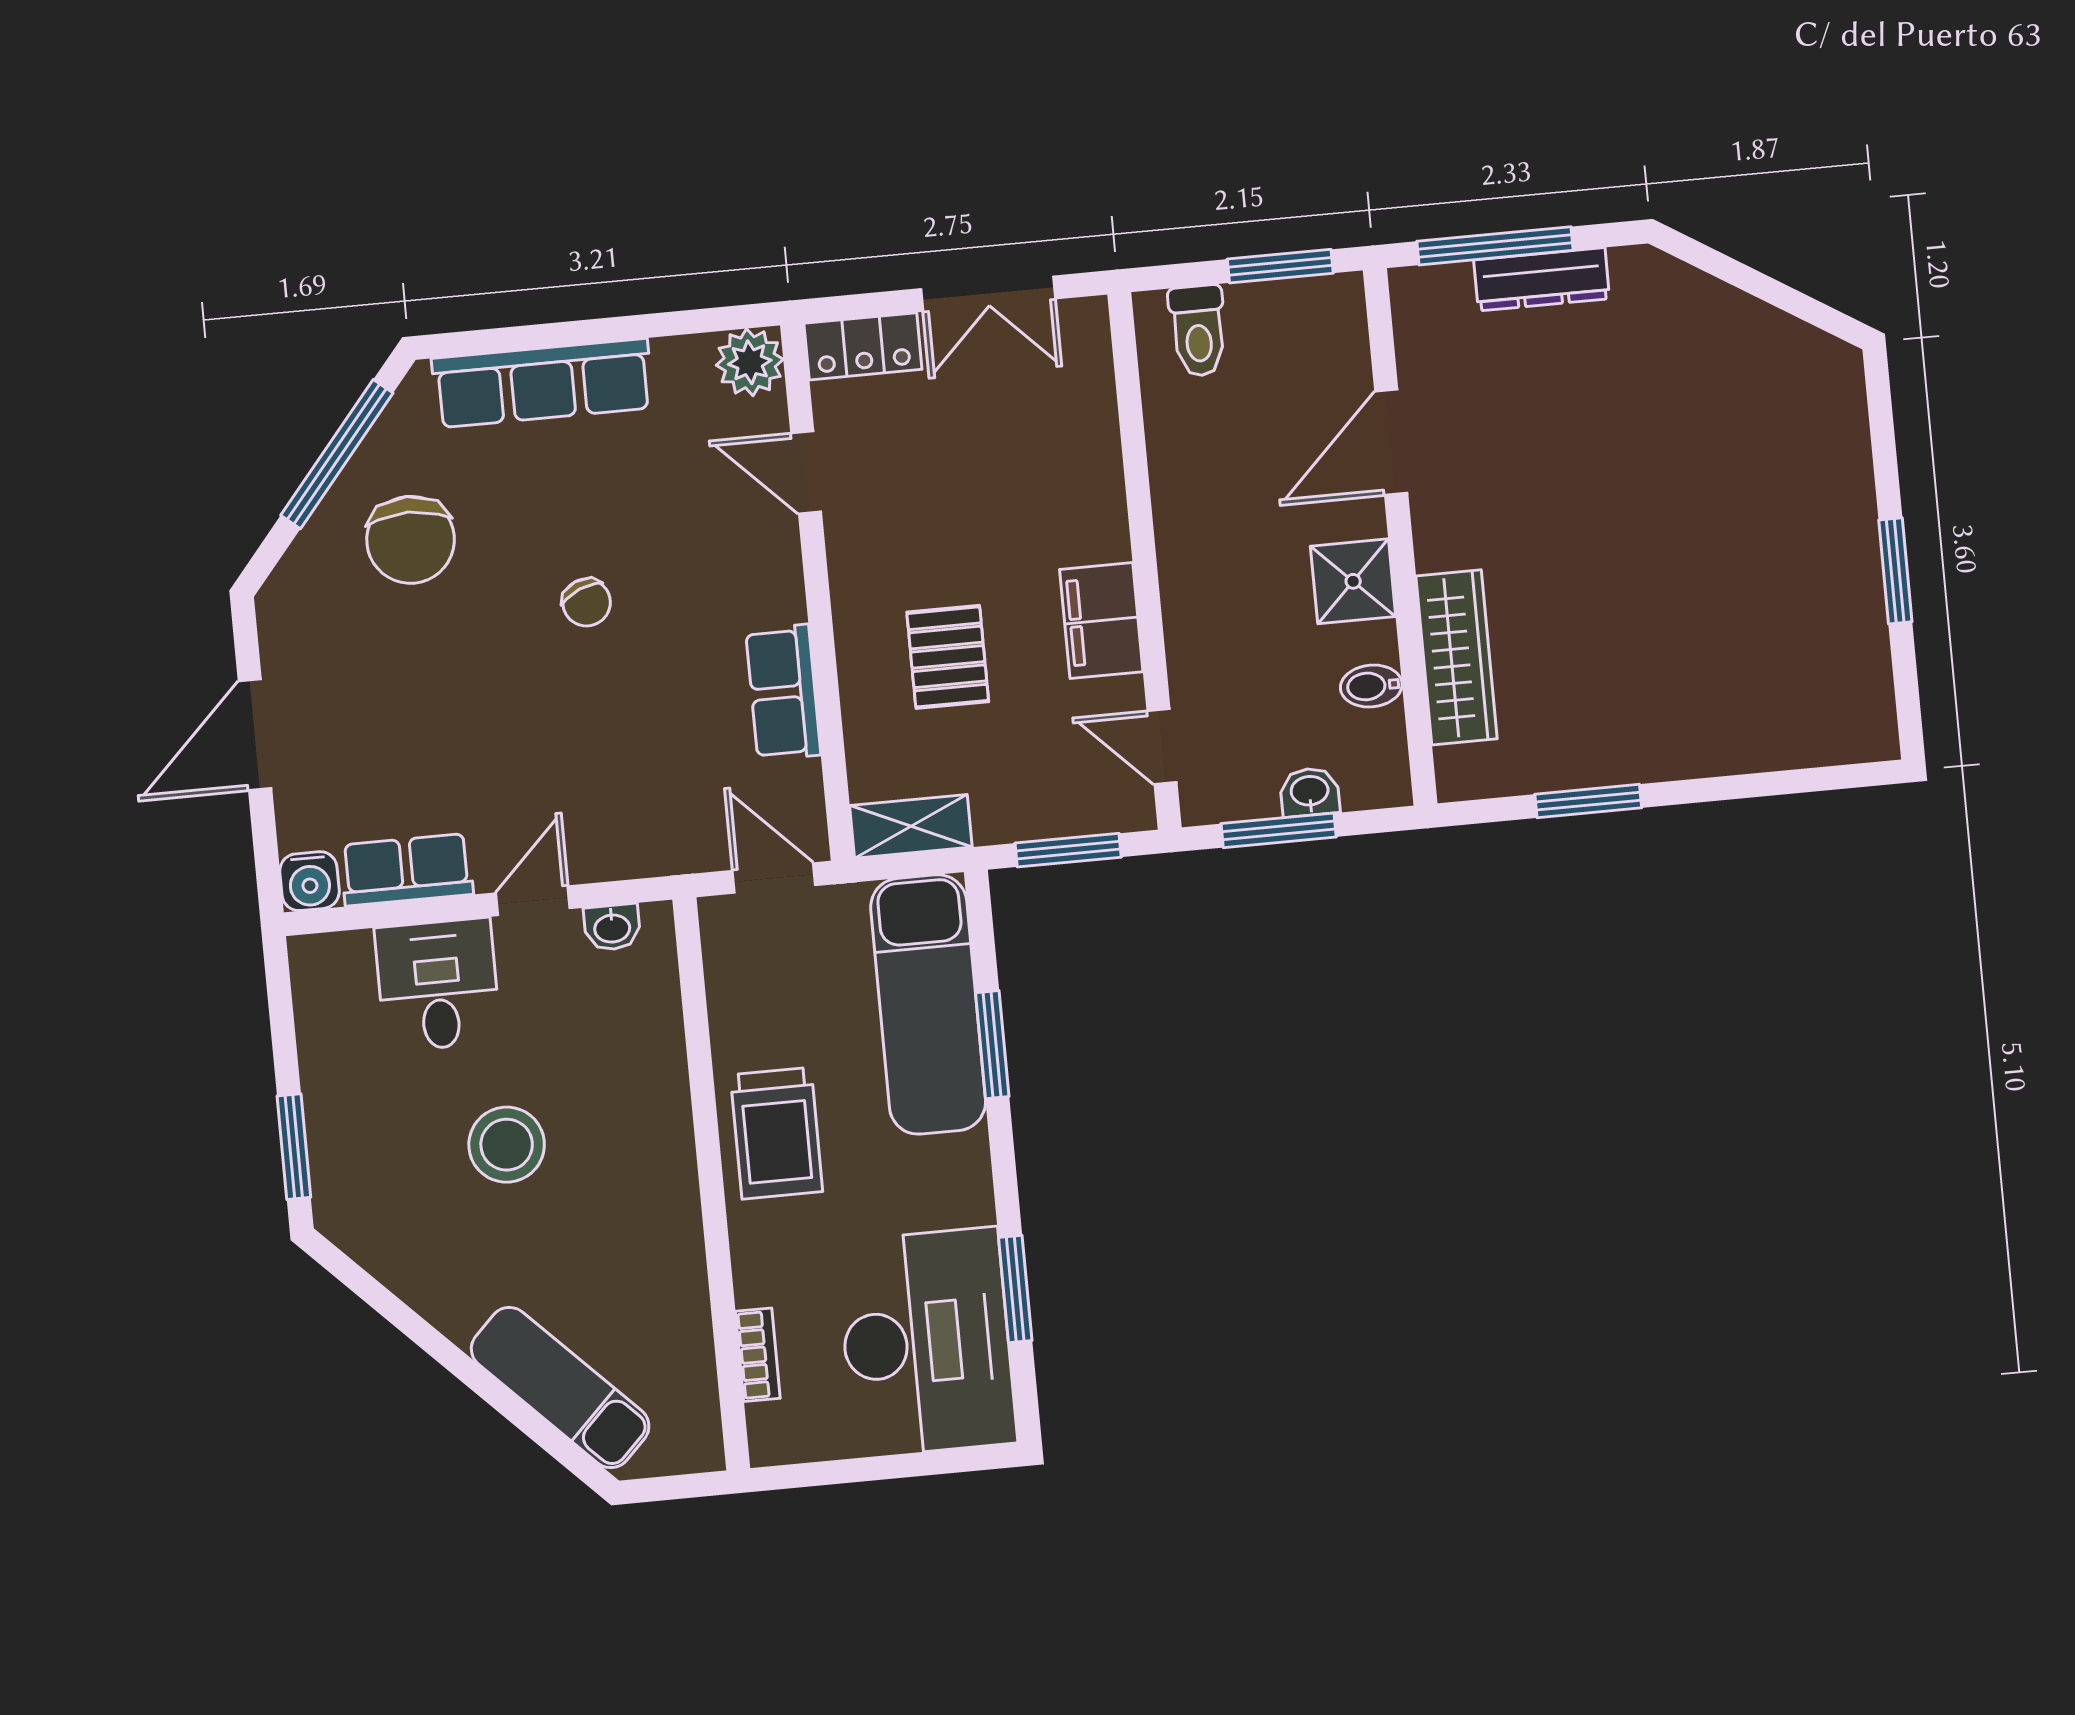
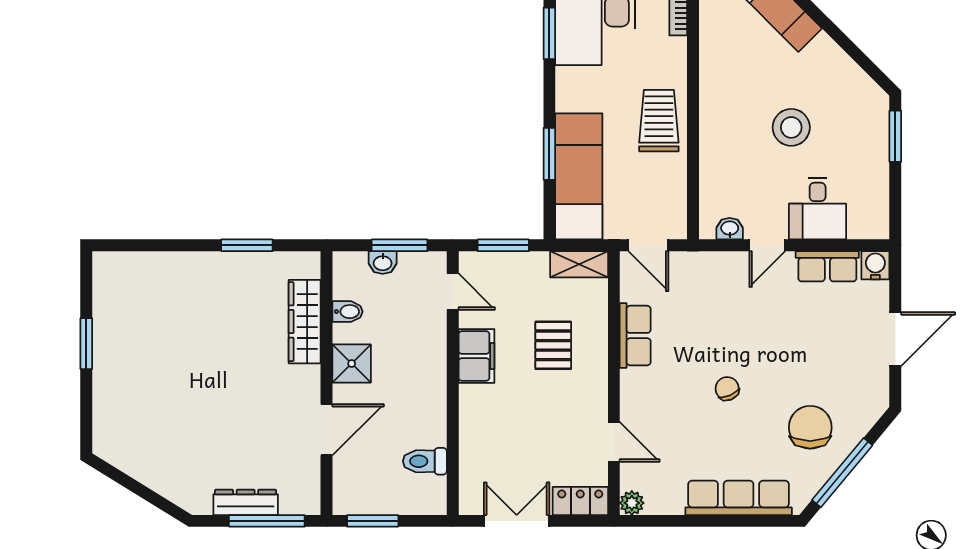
toilet: (1198, 331) -> (425, 461), moved, turned -90
plant: (750, 362) -> (632, 503), width x0.73, depth x0.73

